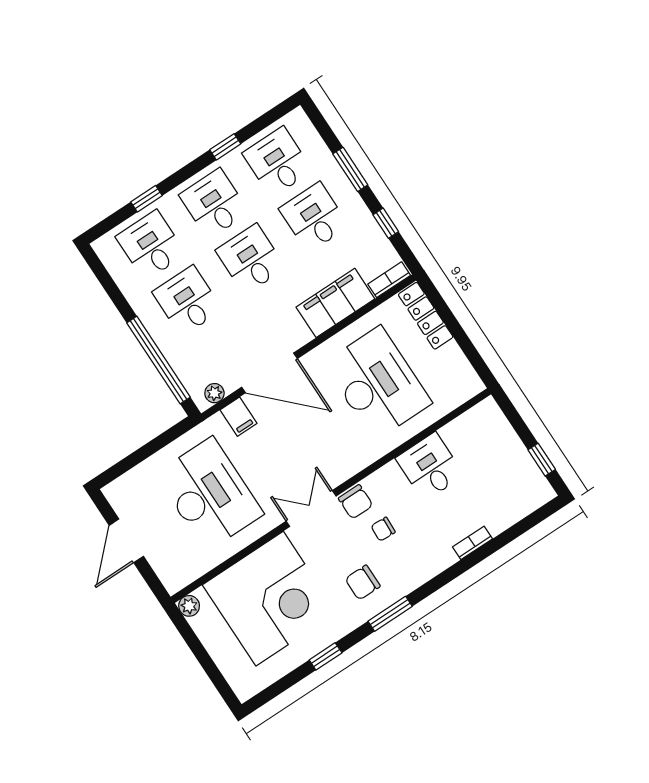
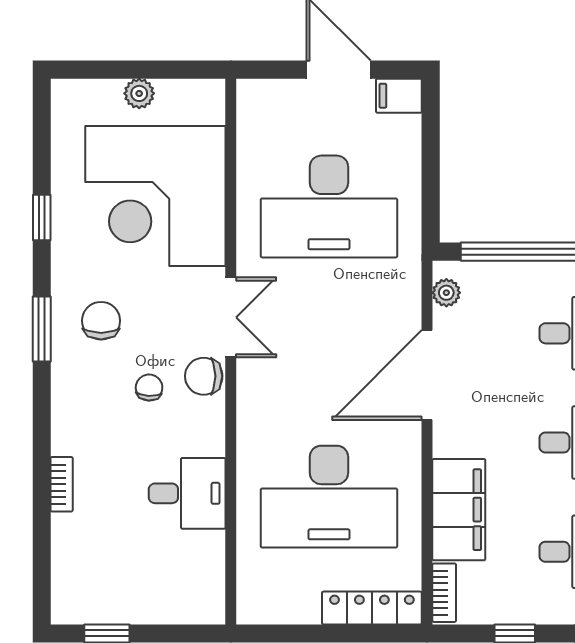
filing cabinet: (239, 417) -> (399, 96), moved
plant: (189, 606) -> (139, 93), moved

